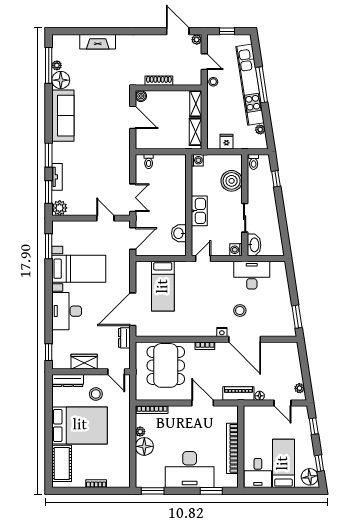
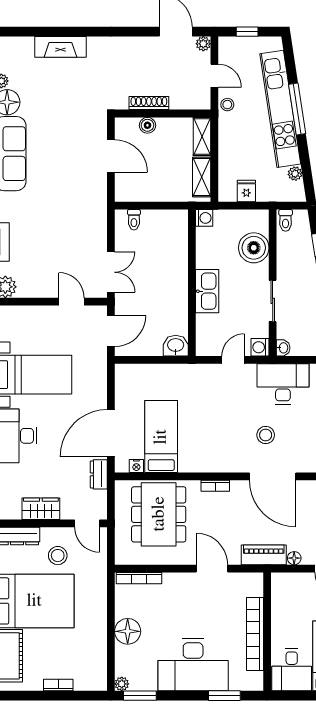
boiler: (141, 96) -> (147, 125), moved
washbasin: (179, 233) -> (176, 346), moved, turned 90
washbasin: (254, 245) -> (283, 348), width x0.52, depth x0.69
door: (203, 258) -> (233, 360), moved
bed: (163, 286) -> (161, 437), moved, turned 180
nightstand: (222, 332) -> (136, 466), moved
plant: (140, 432) -> (122, 684), moved

